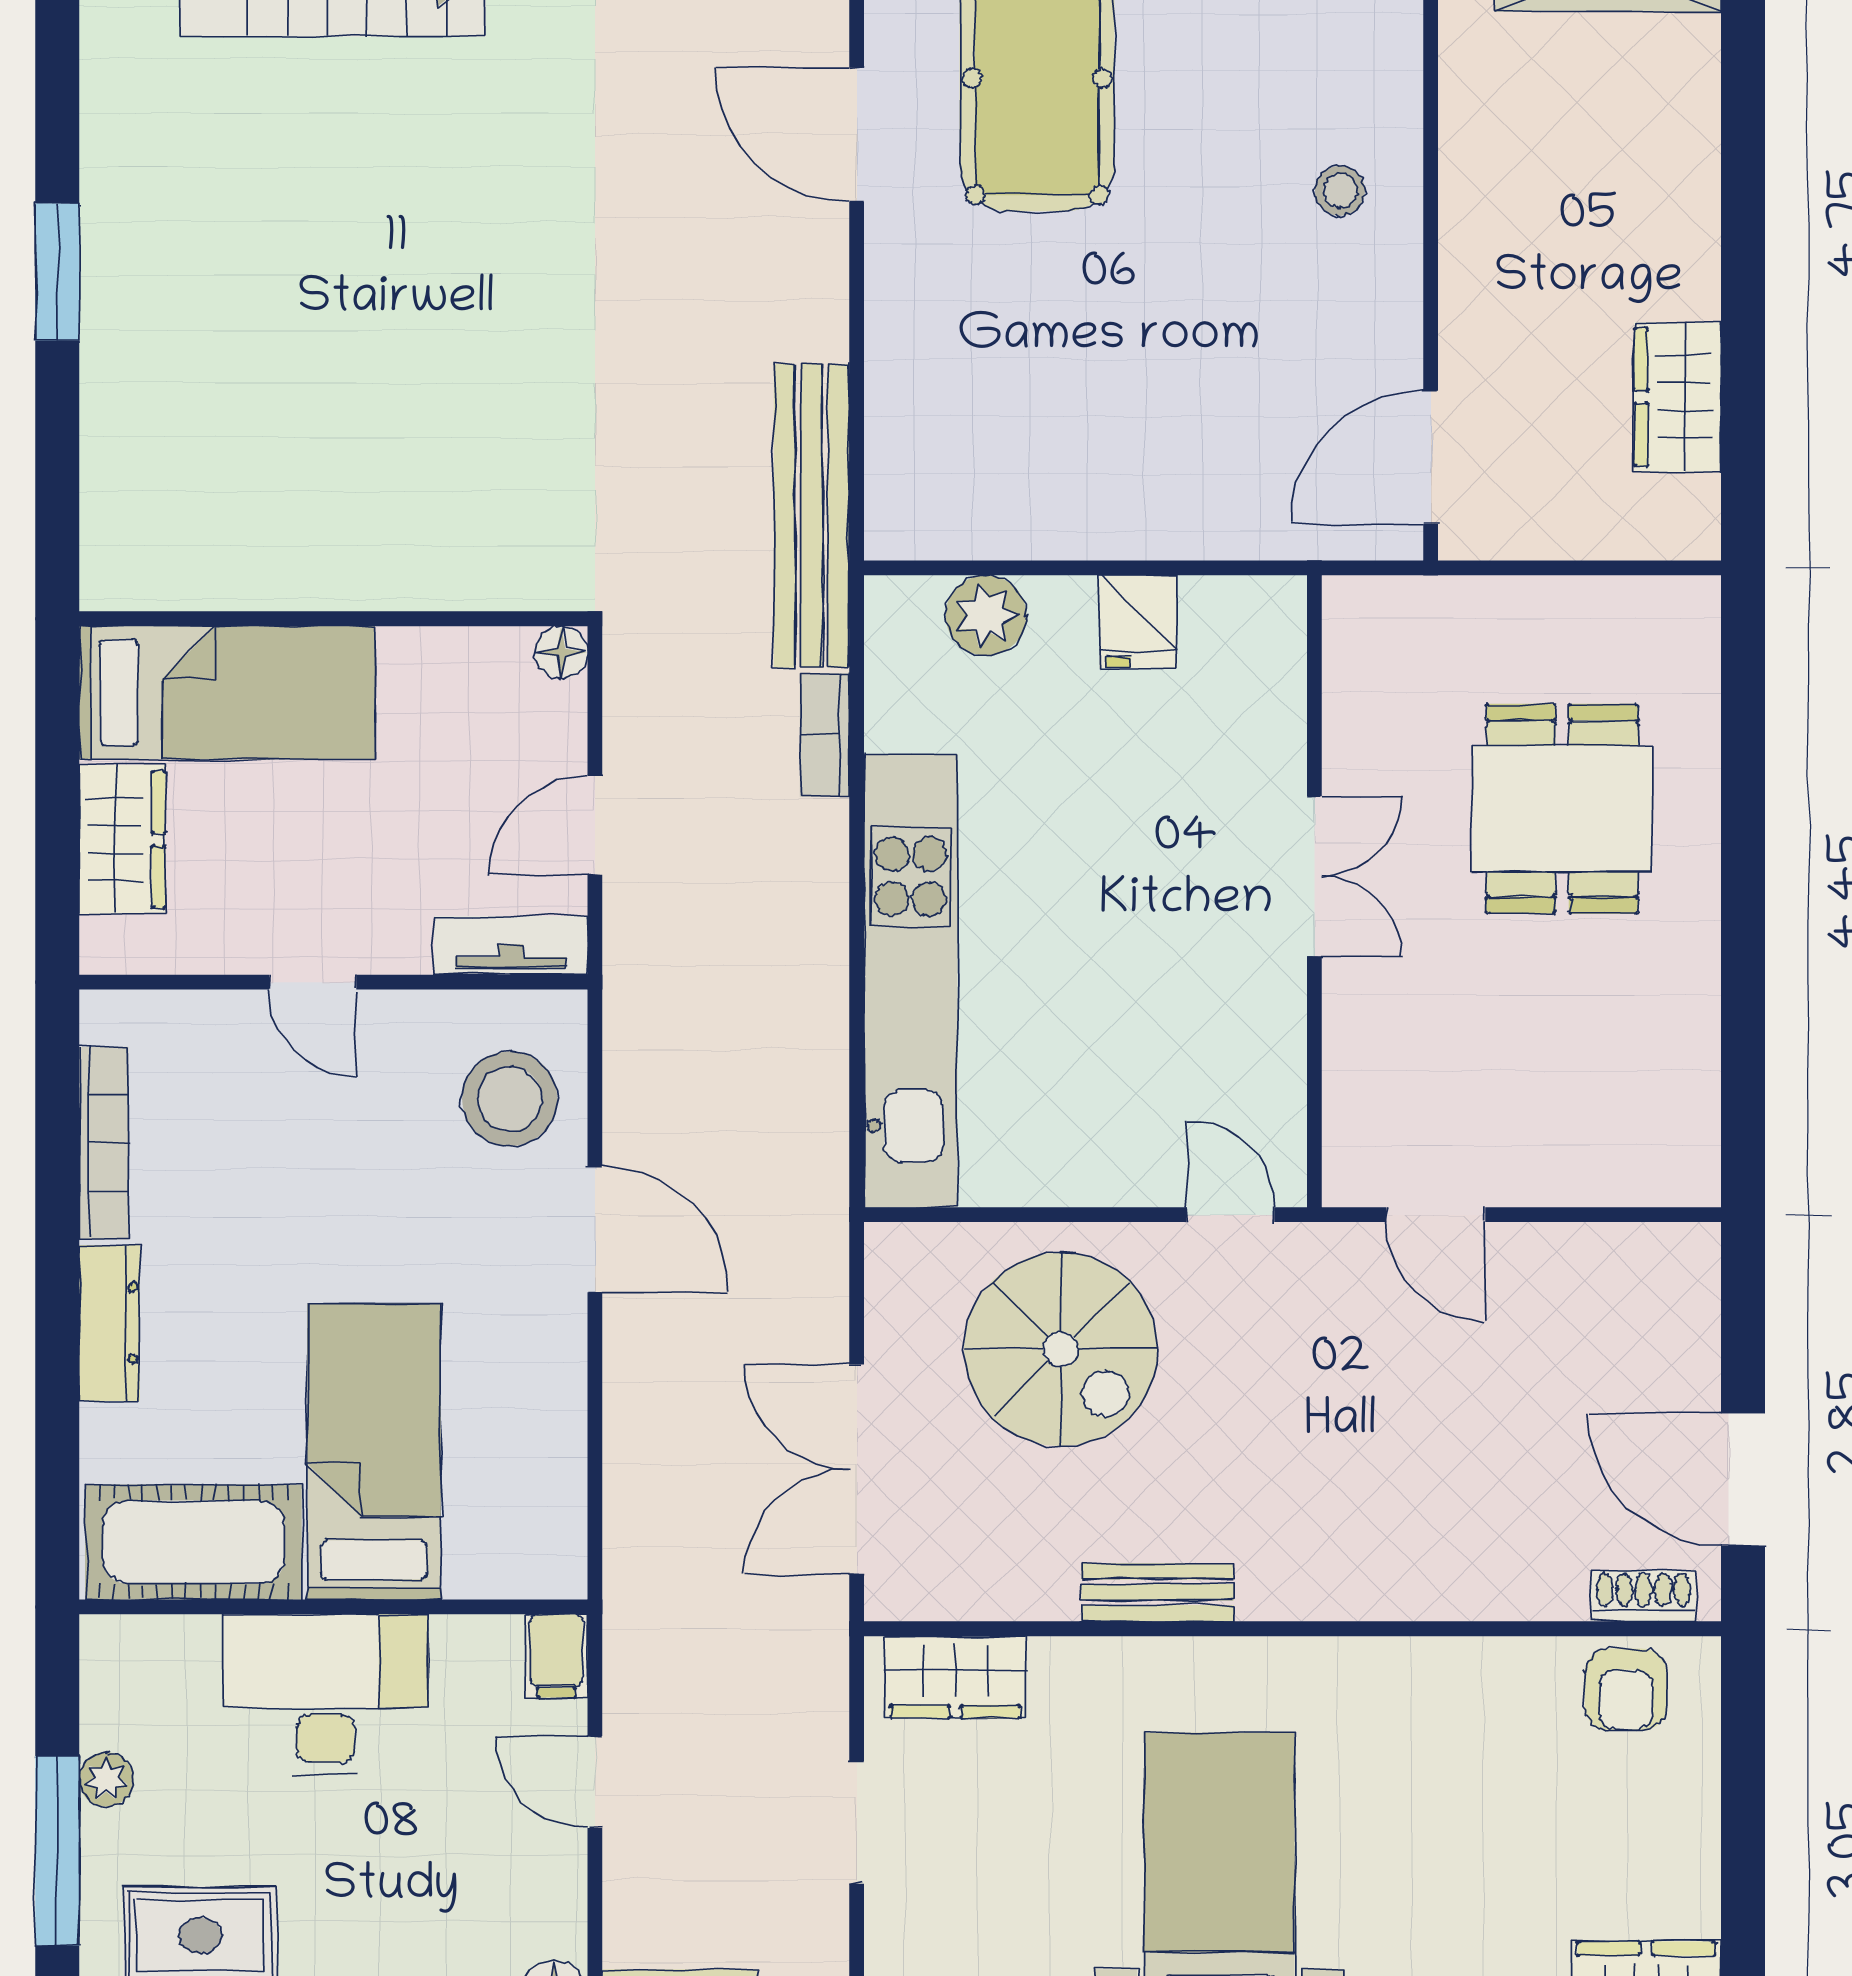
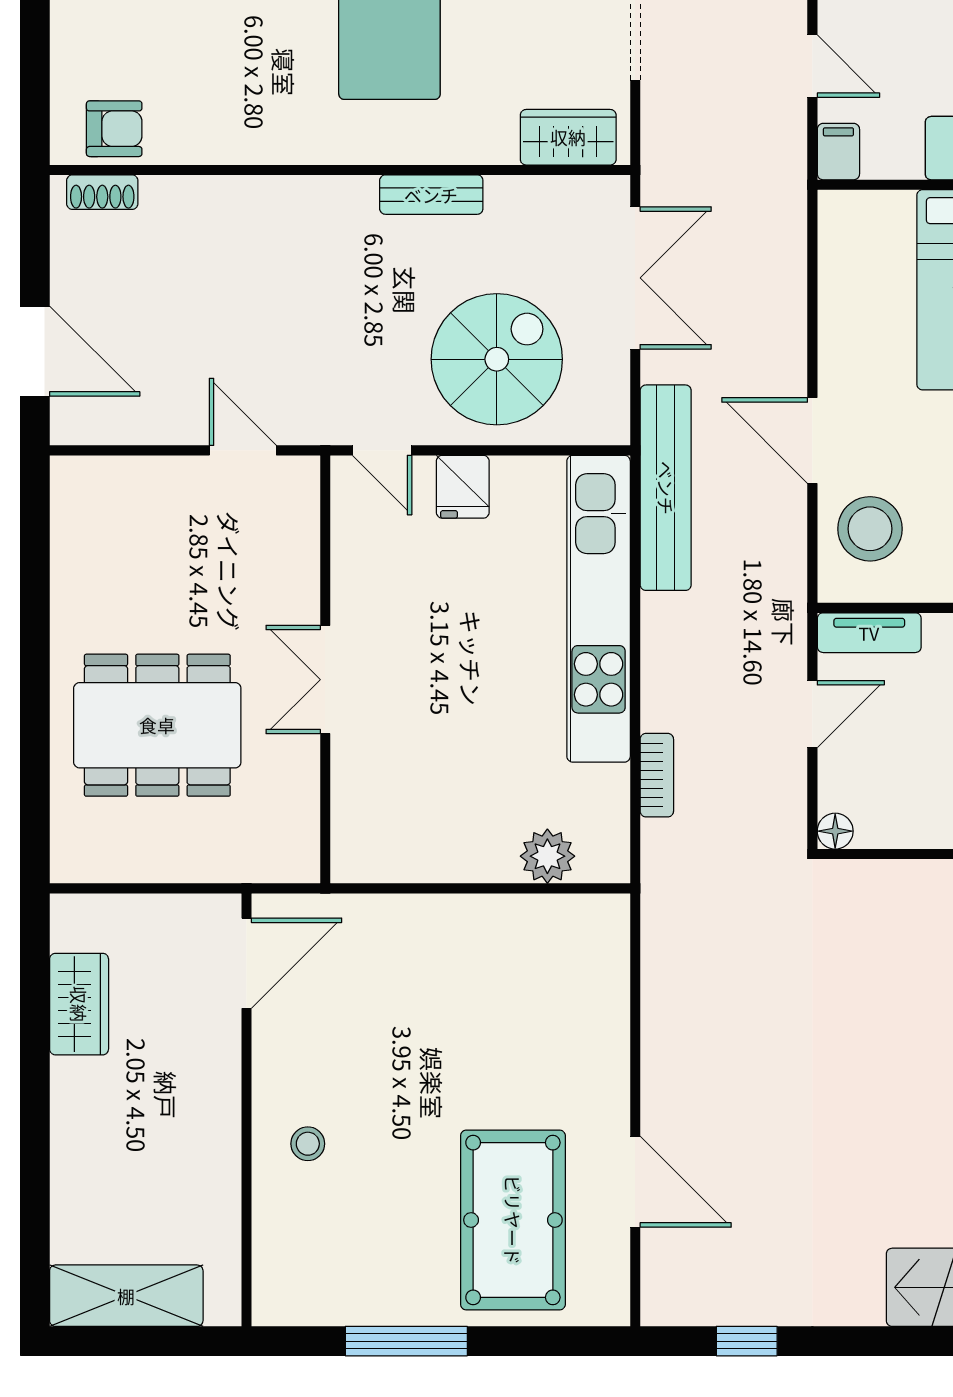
bench: (812, 516) -> (666, 488), moved
fridge: (1138, 622) -> (463, 487), moved, turned 180
dining table: (1562, 809) -> (157, 725), width x1.38
spiral stairs: (1061, 1349) -> (497, 359), turned 90
door: (1743, 1480) -> (35, 351), moved
armchair: (1626, 1690) -> (114, 129), turned 90

